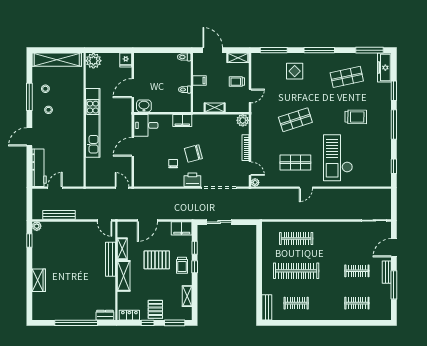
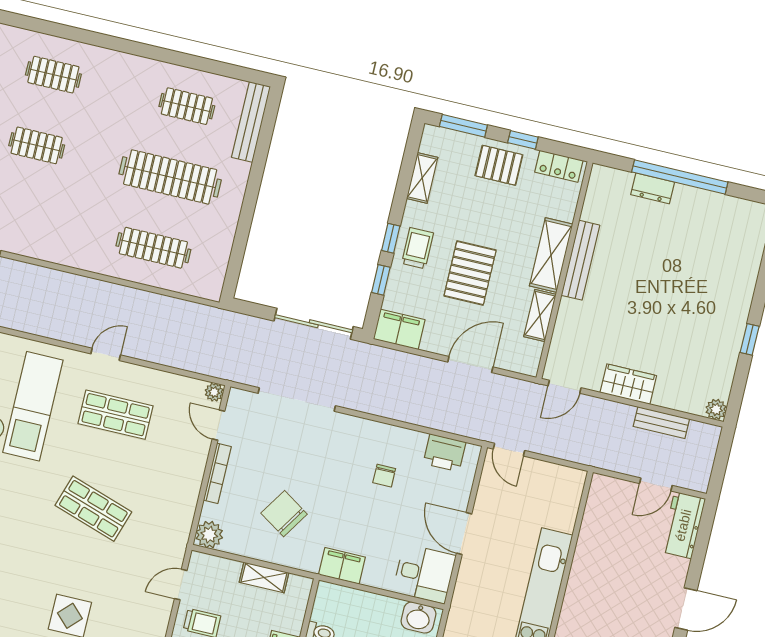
shop shelf: (295, 120) -> (93, 509), turned 36
door: (133, 147) -> (464, 534), swing flipped
chair: (193, 154) -> (284, 514), moved, turned -132
workbench: (39, 168) -> (683, 525), width x0.73
printer: (192, 180) -> (445, 453), moved
bench: (59, 215) -> (661, 423), width x0.73
door: (104, 220) -> (565, 387), swing flipped
sliding door: (219, 222) -> (314, 324), width x1.37
window: (29, 240) -> (750, 339), moved
bench: (110, 259) -> (580, 260), moved
pallet: (157, 260) -> (470, 273), turned 90
wardrobe: (39, 280) -> (628, 384), moved, turned 90
bench: (267, 307) -> (251, 122), width x1.36
pallet: (155, 309) -> (499, 165), turned 90
dresser: (105, 315) -> (653, 188), moved

